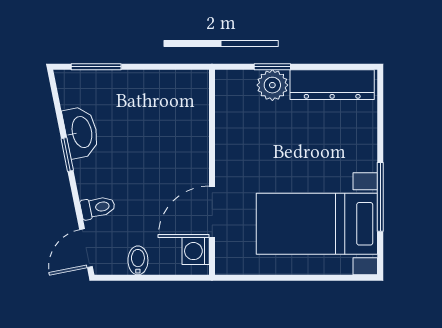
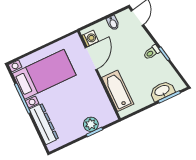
dresser: (332, 85) -> (44, 124), moved, turned 90
bathtub: (190, 125) -> (118, 91), added
washbasin: (81, 132) -> (162, 91), moved, turned 101
toilet: (98, 207) -> (152, 52), moved

